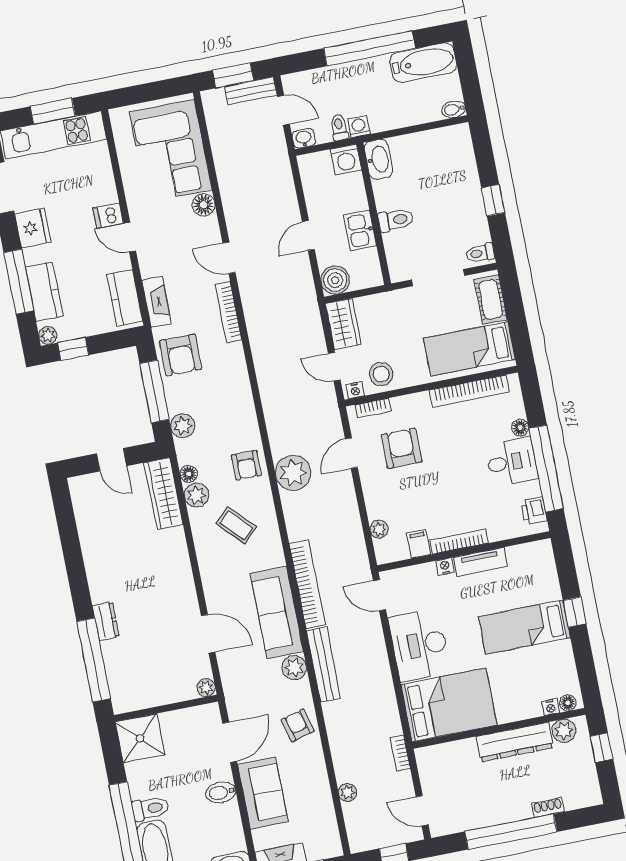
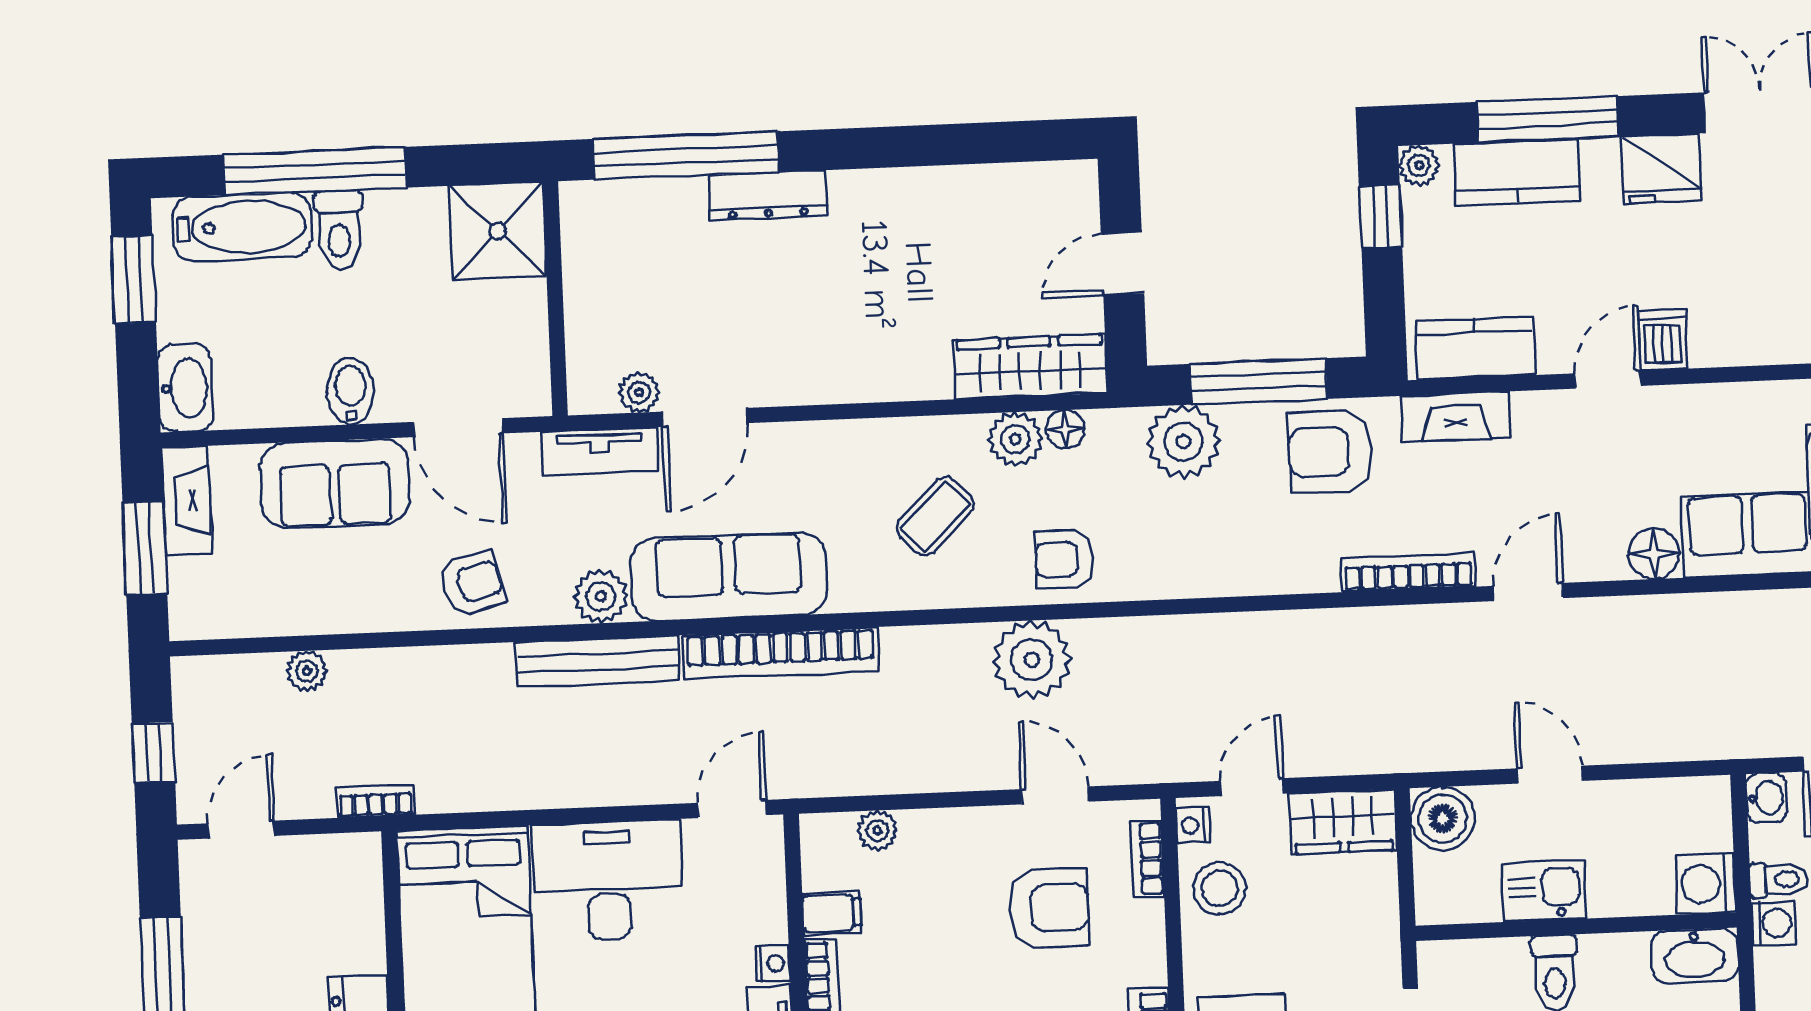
plant: (183, 426) -> (1183, 442), width x1.36, depth x1.36
dresser: (106, 621) -> (768, 195), width x1.44
tv unit: (230, 678) -> (600, 451), added
plant: (206, 688) -> (639, 392), moved

